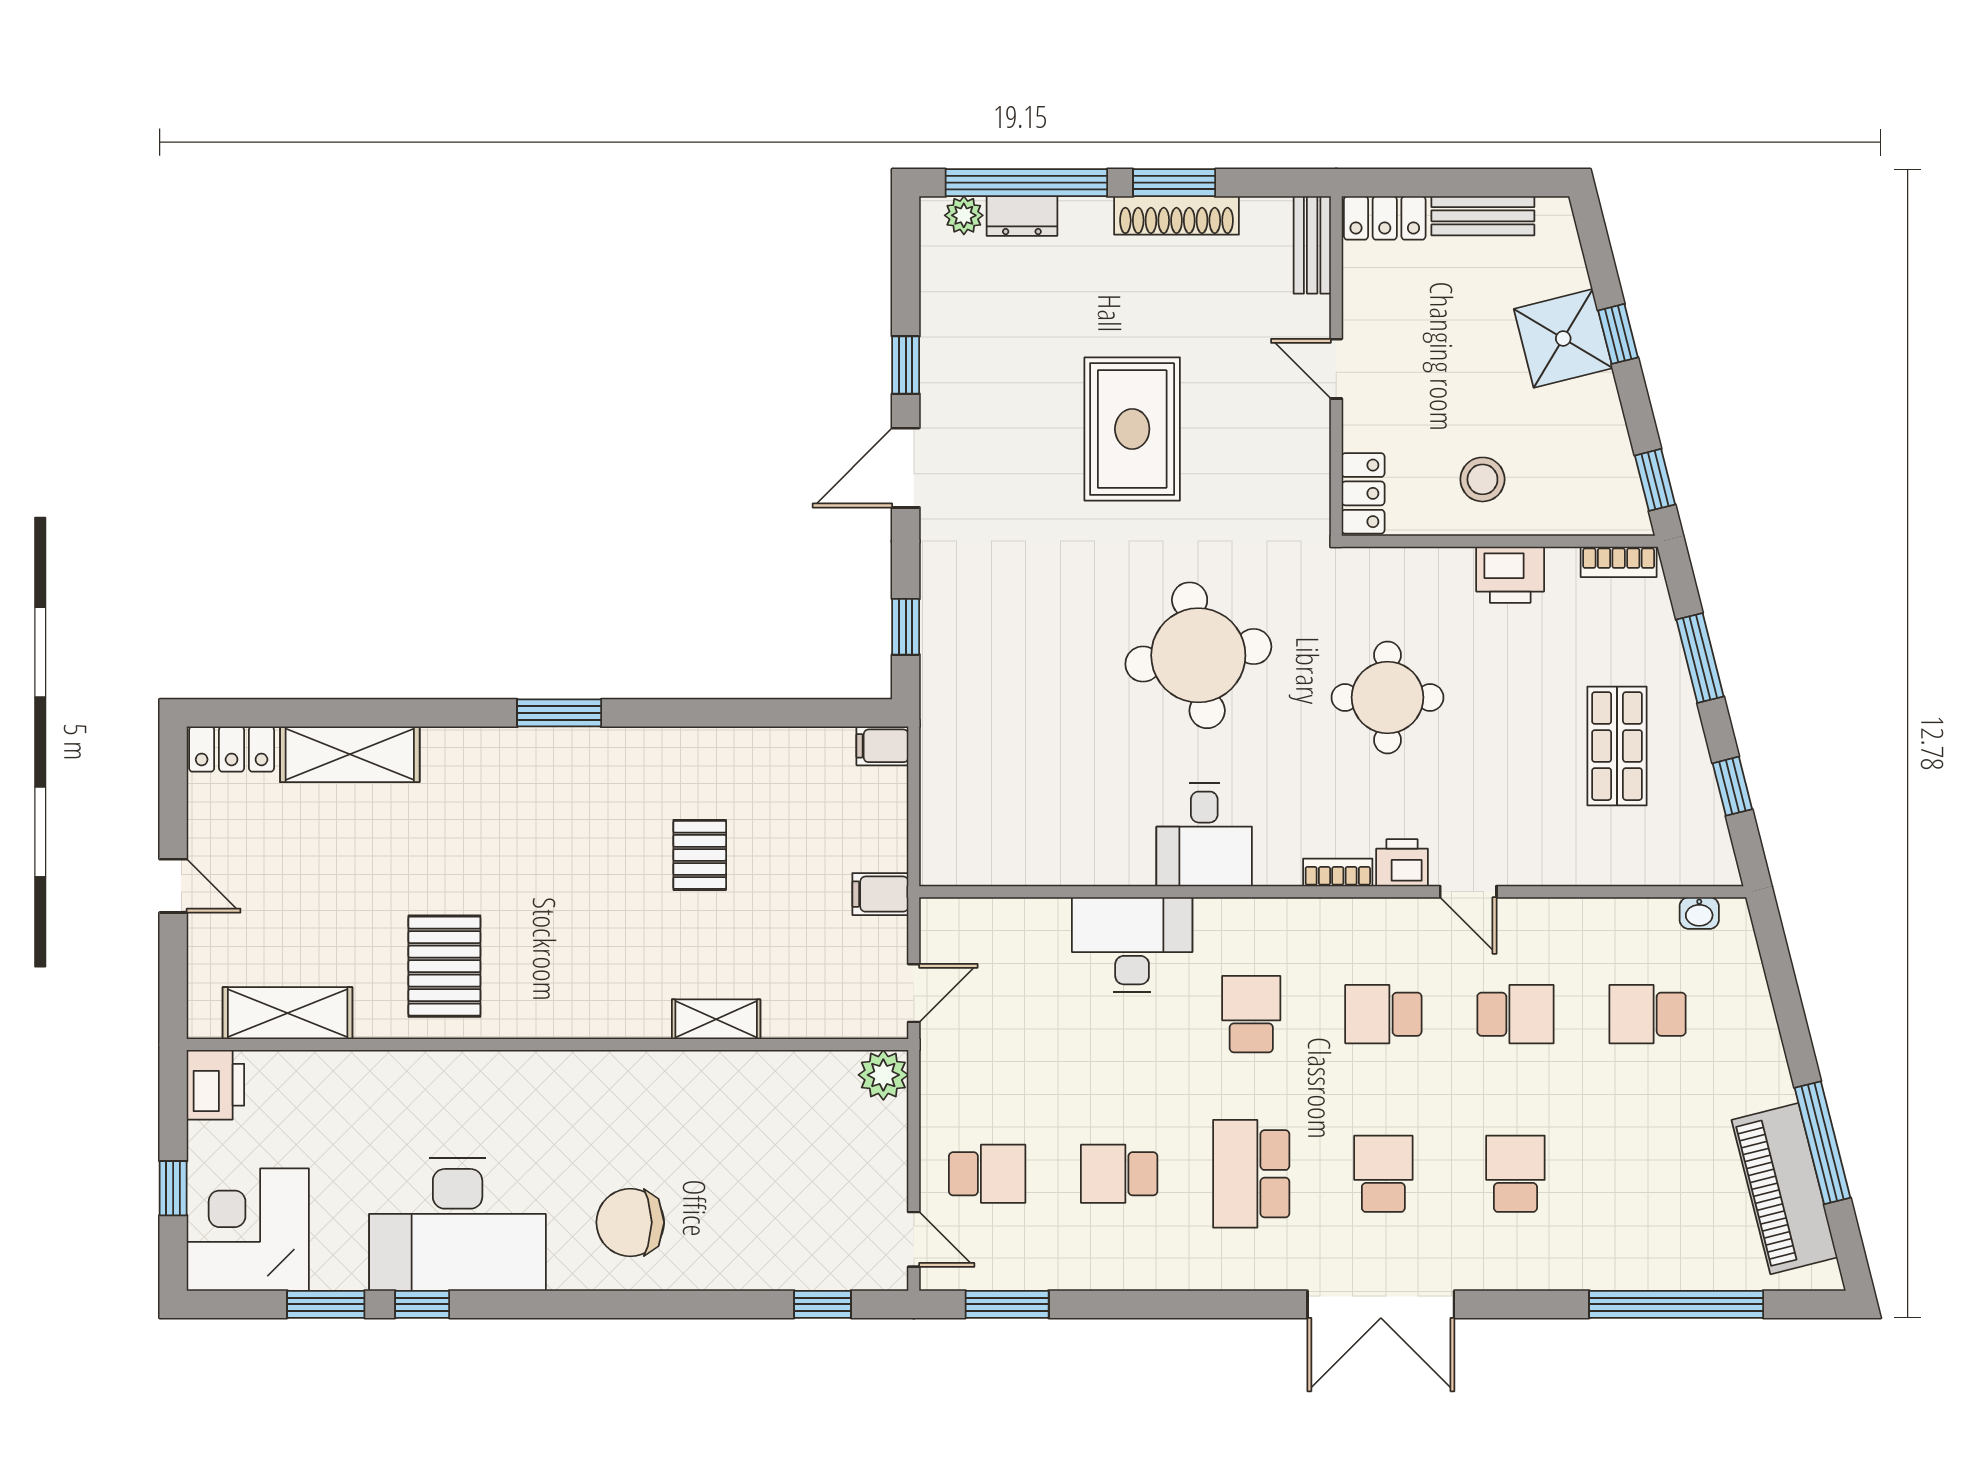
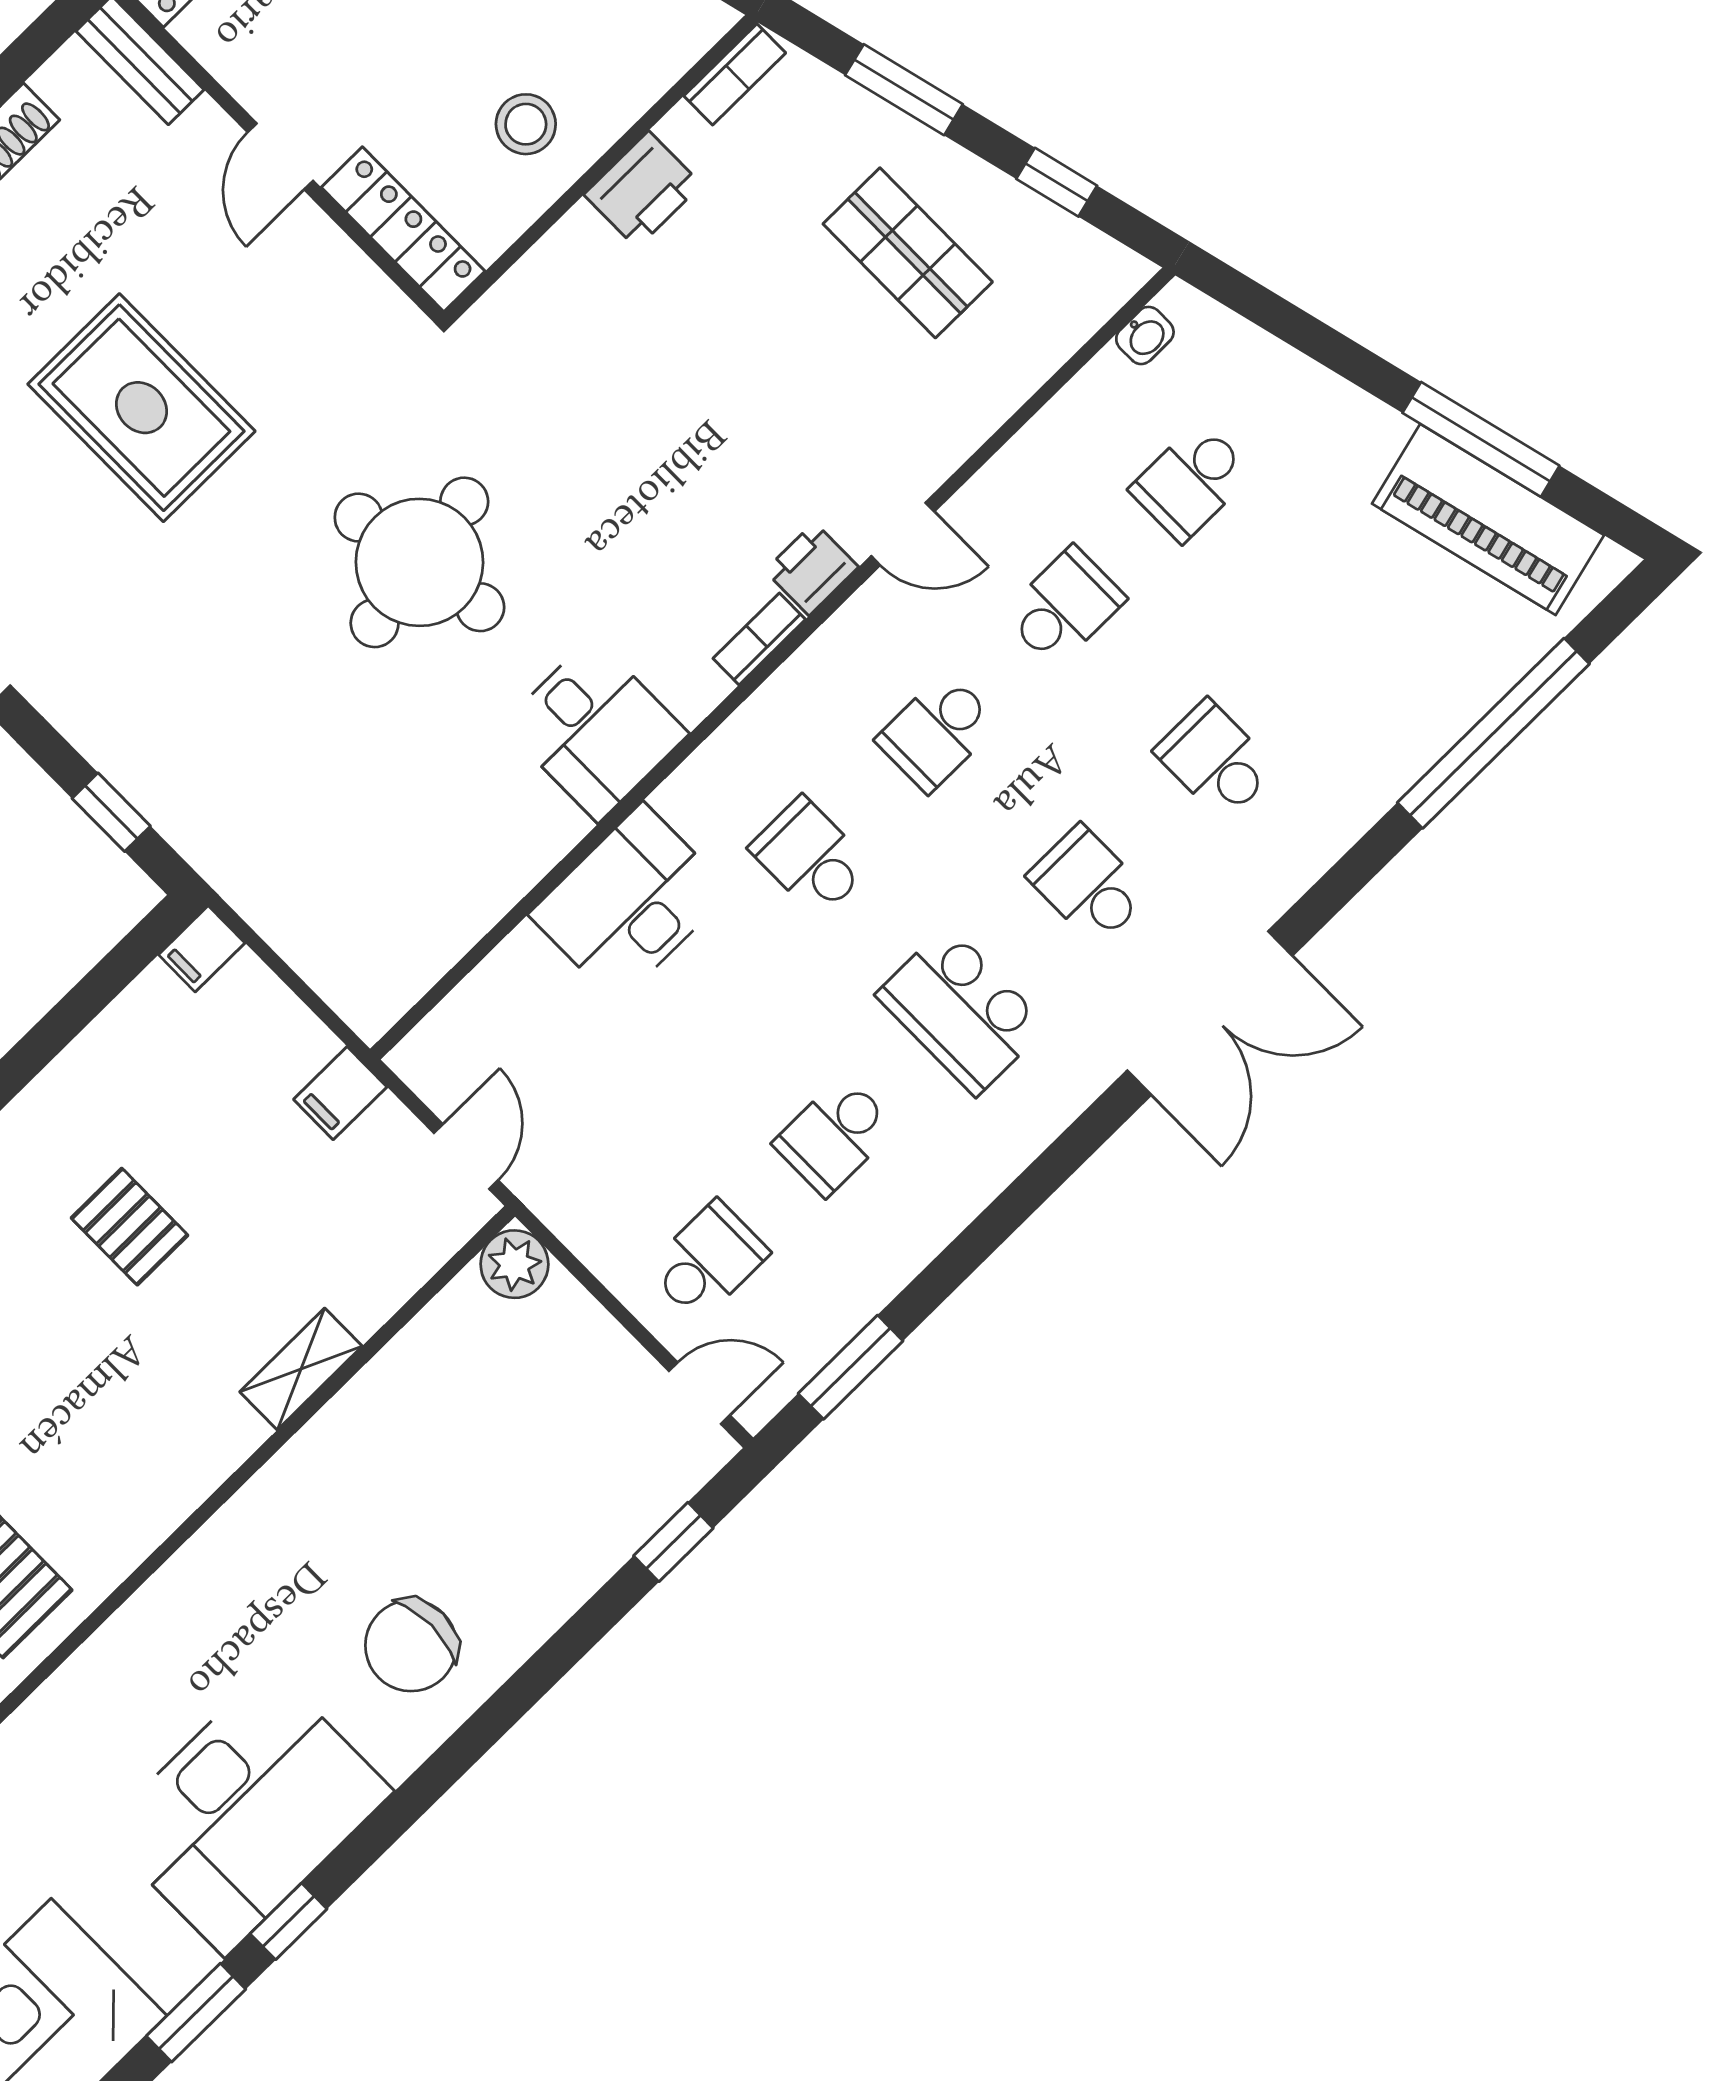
door: (1336, 369) -> (280, 156), hinge flipped
locker: (1363, 493) -> (403, 229), width x1.53
round table: (1387, 697) -> (641, 424), removed

